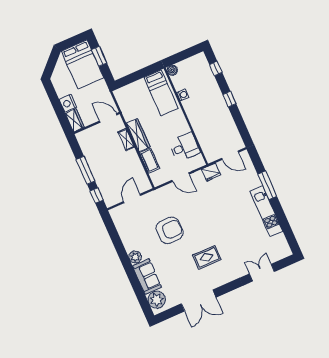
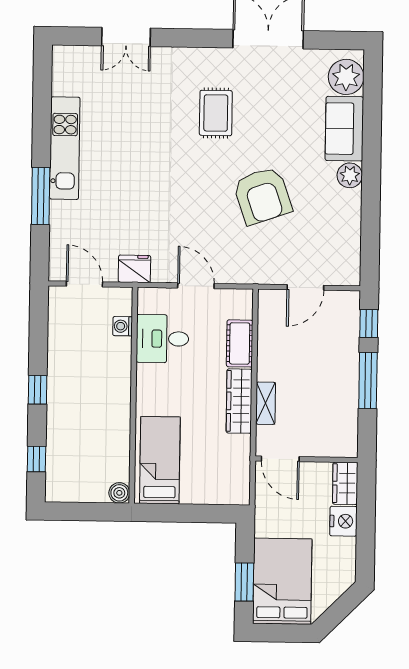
washing machine: (183, 95) -> (123, 326), moved
armchair: (170, 230) -> (262, 196), turned -109
rug: (207, 257) -> (216, 113), turned 90

